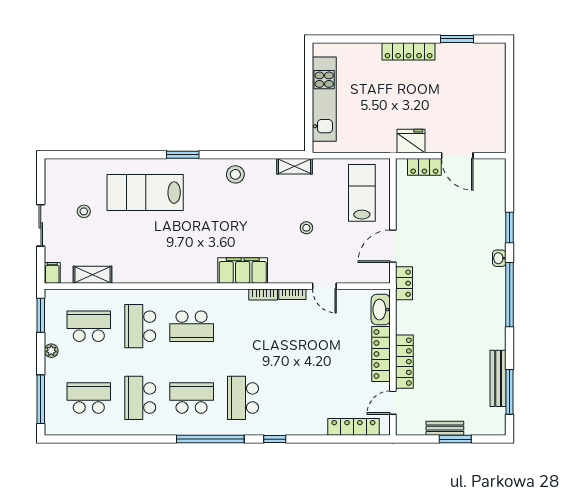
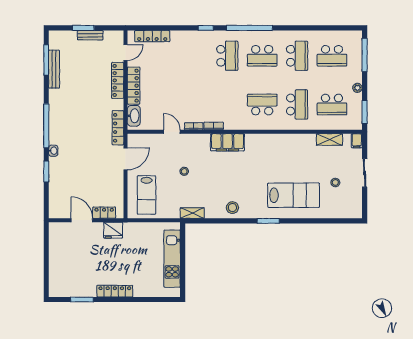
locker: (404, 283) -> (118, 128), width x1.53

